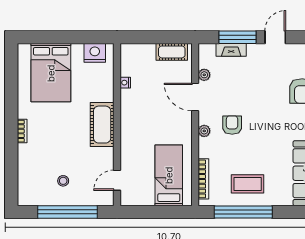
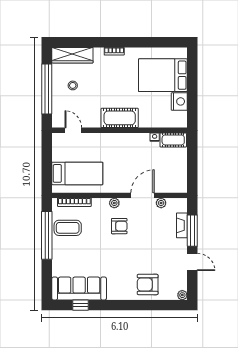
cot: (172, 52) -> (173, 140), moved, turned 90
nightstand: (95, 53) -> (179, 101), moved
wardrobe: (27, 181) -> (72, 55), added
coffee table: (248, 184) -> (68, 228), moved, turned 90

